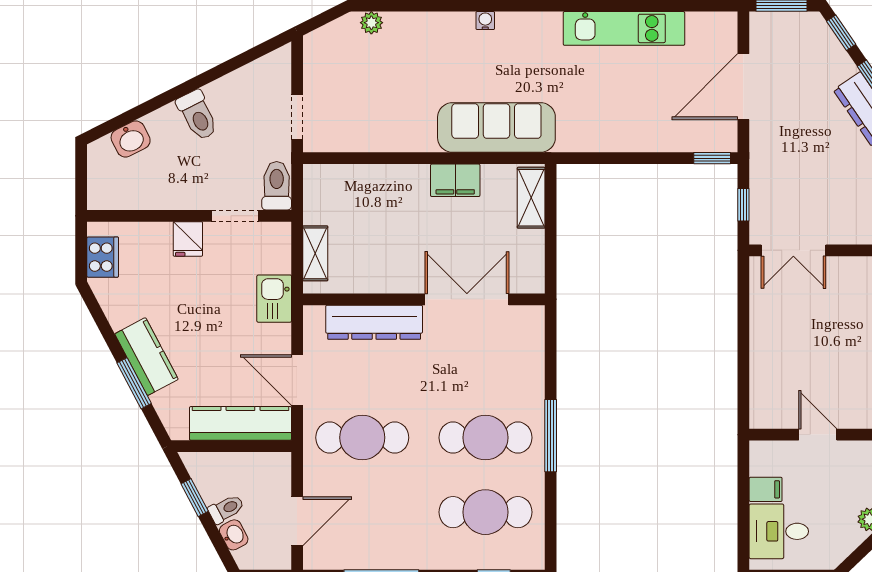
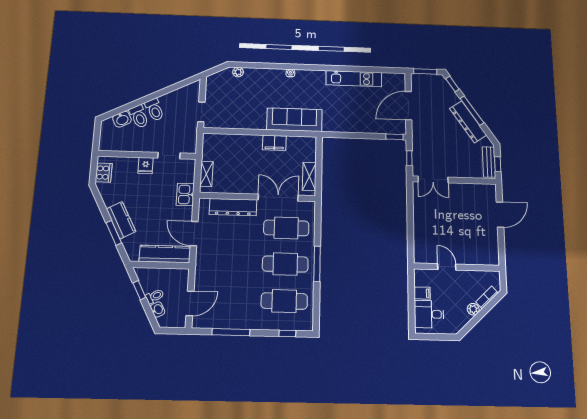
toilet: (277, 186) -> (139, 116), moved, turned 153
shelving: (531, 198) -> (309, 176), moved
cafe table: (362, 438) -> (286, 228), moved

